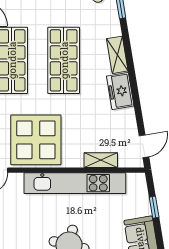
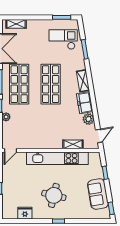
plant: (126, 118) -> (89, 119), added
display table: (36, 140) -> (34, 132), removed

